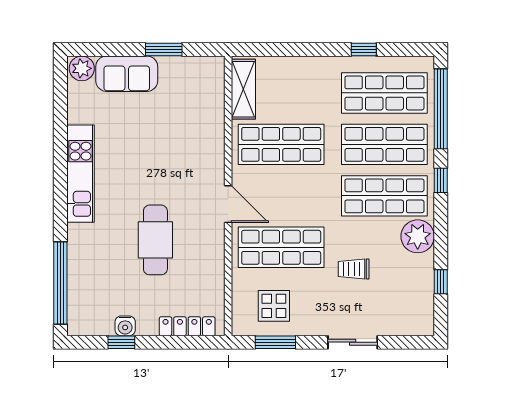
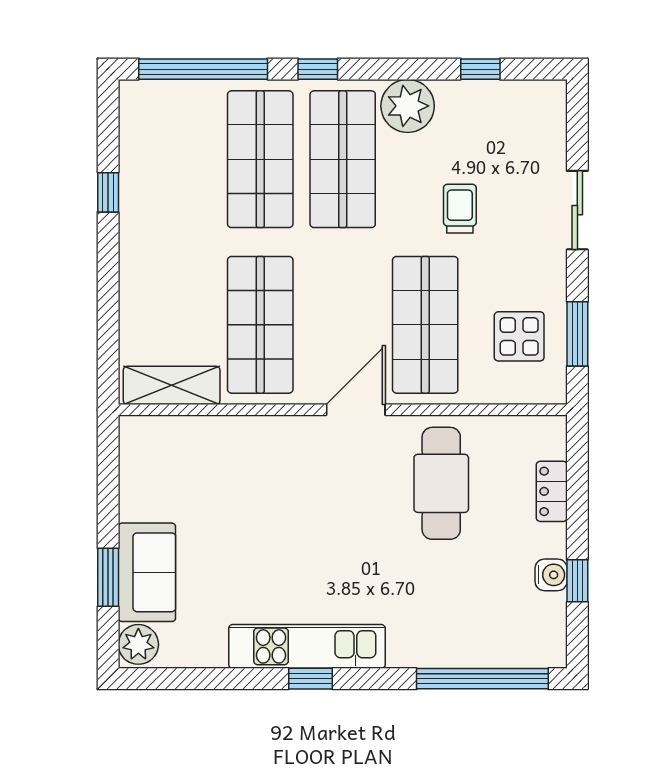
window: (164, 50) -> (108, 577), moved
shop shelf: (384, 93) -> (178, 159), removed
window: (60, 176) -> (310, 679), added
cafe table: (155, 240) -> (441, 483), moved, turned 90
trolley: (354, 269) -> (460, 209), turned 180
locker: (187, 326) -> (552, 491), width x0.66

